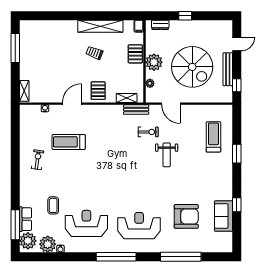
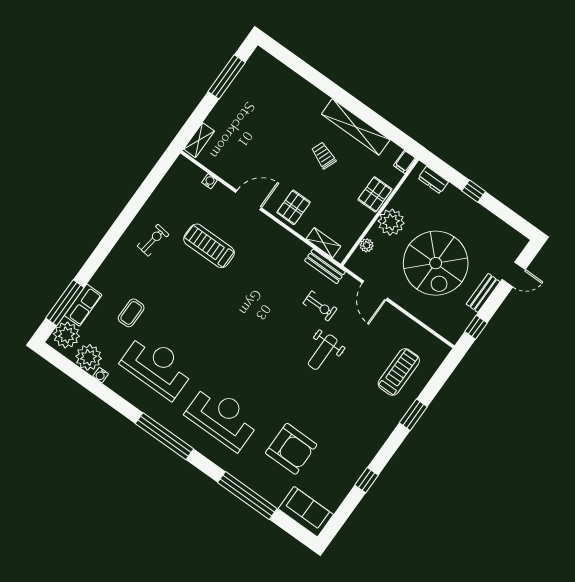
bench: (228, 69) -> (483, 293), width x0.73
sofa: (224, 216) -> (306, 512), moved, turned 90

